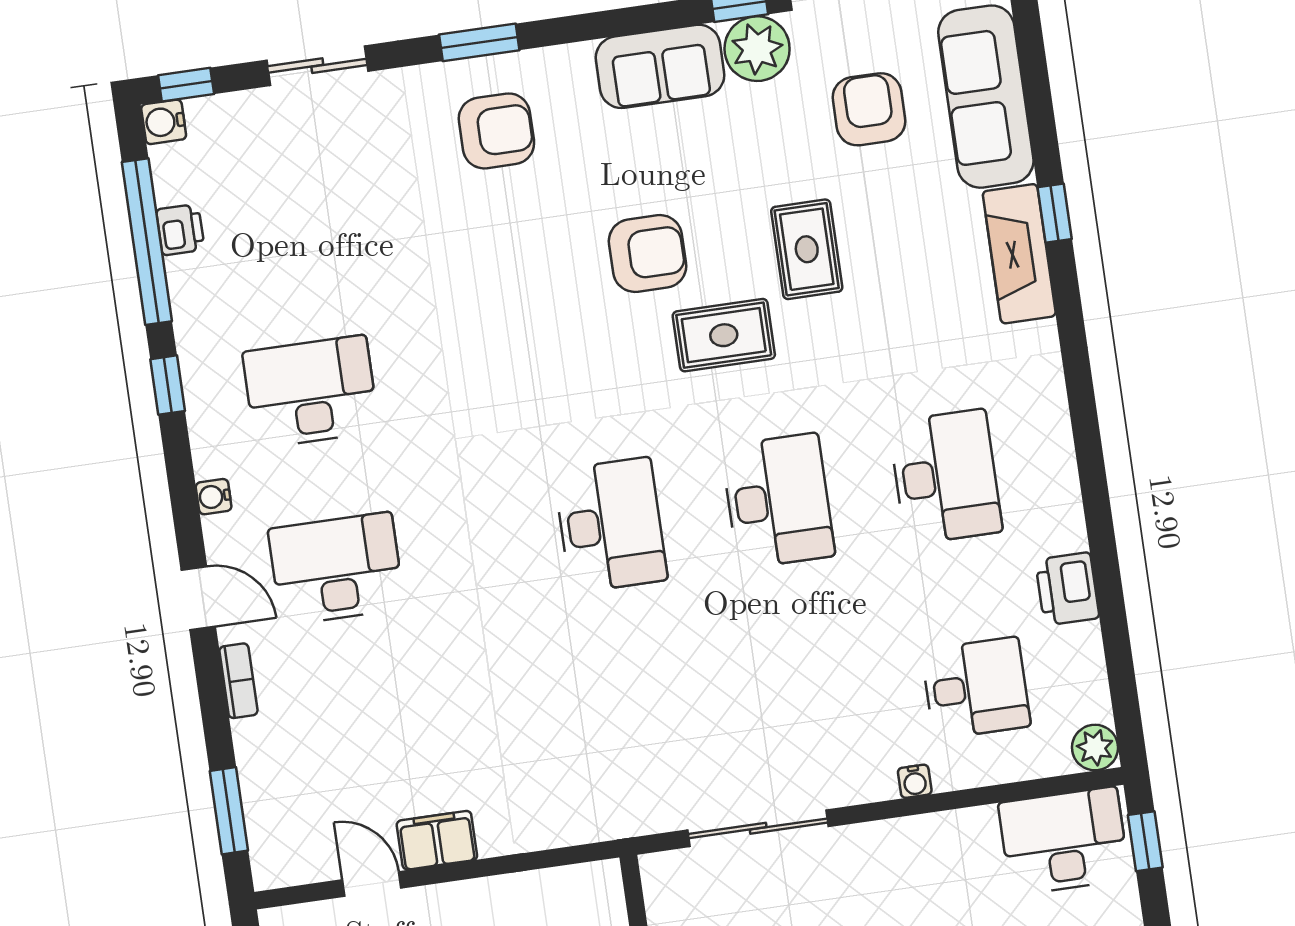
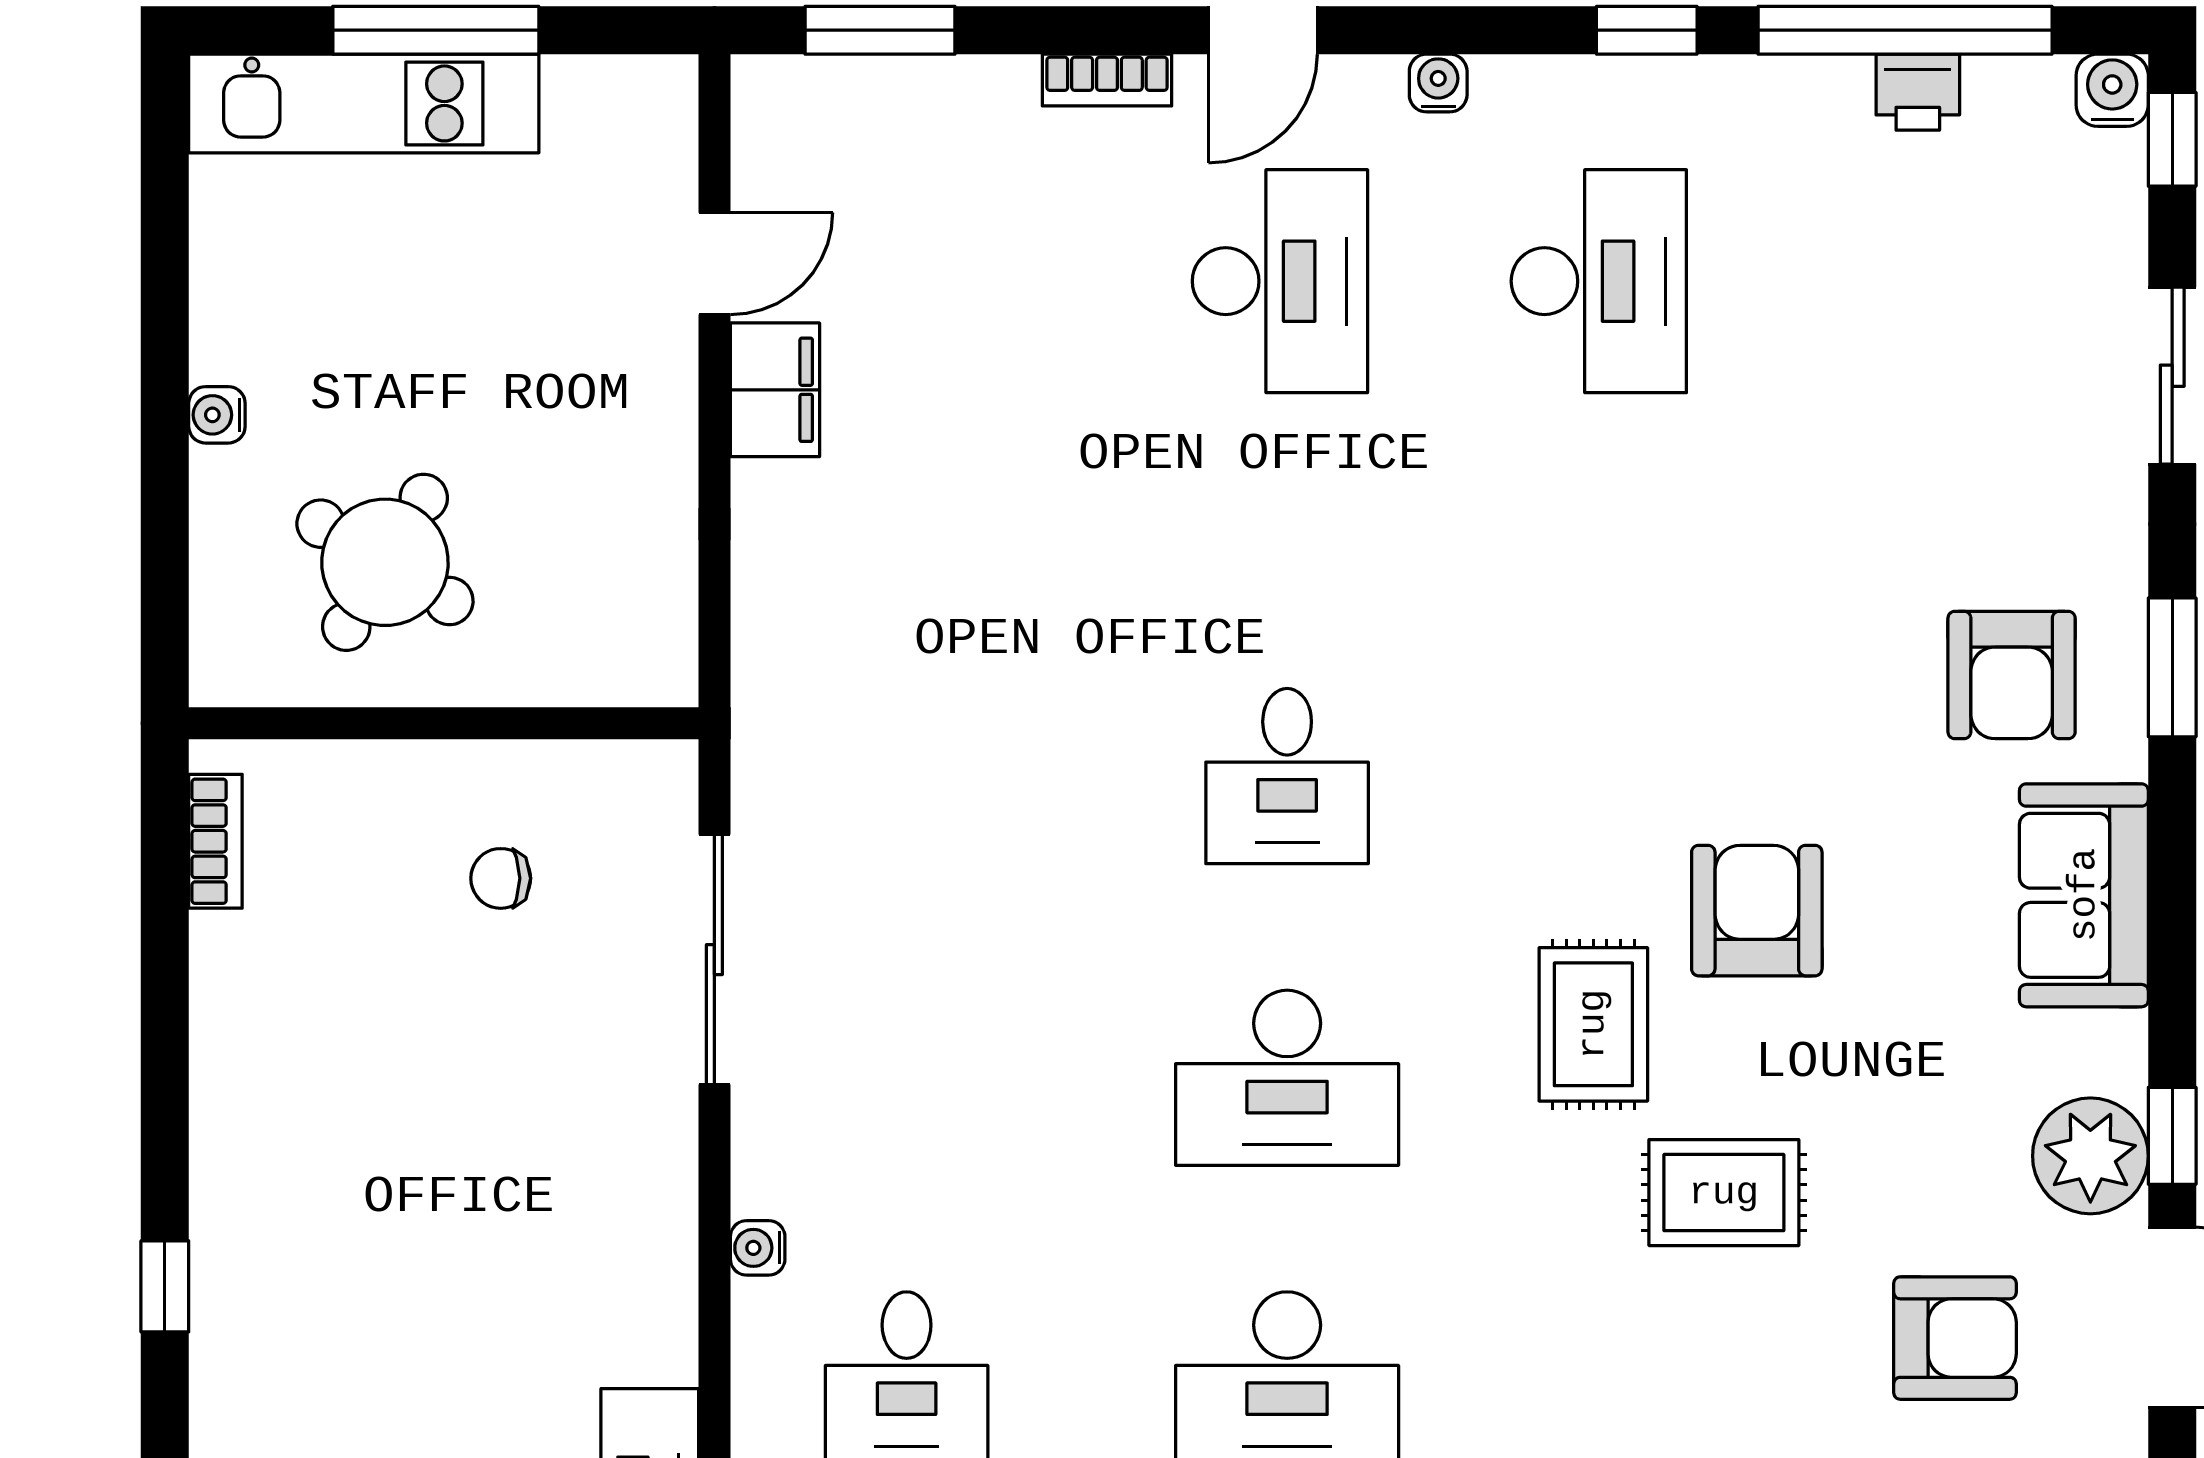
sofa: (660, 66) -> (2084, 895), moved
armchair: (648, 254) -> (1757, 911), turned 180
desk: (610, 525) -> (1287, 776), width x0.73

